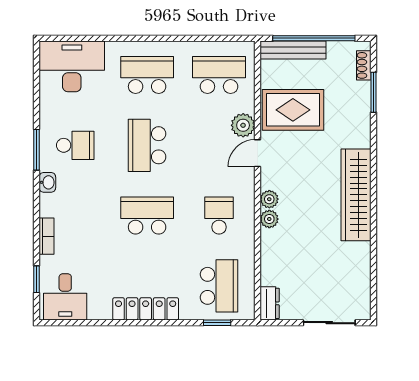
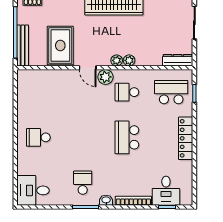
desk: (72, 66) -> (33, 190), width x0.73
school desk: (147, 75) -> (38, 137), width x0.54
school desk: (219, 75) -> (38, 92), removed
plant: (243, 125) -> (105, 77), moved
school desk: (147, 145) -> (83, 137), removed
bookcase: (46, 236) -> (133, 201), width x1.56
desk: (65, 297) -> (166, 191), moved, turned 90
dresser: (270, 303) -> (178, 60), width x1.44

